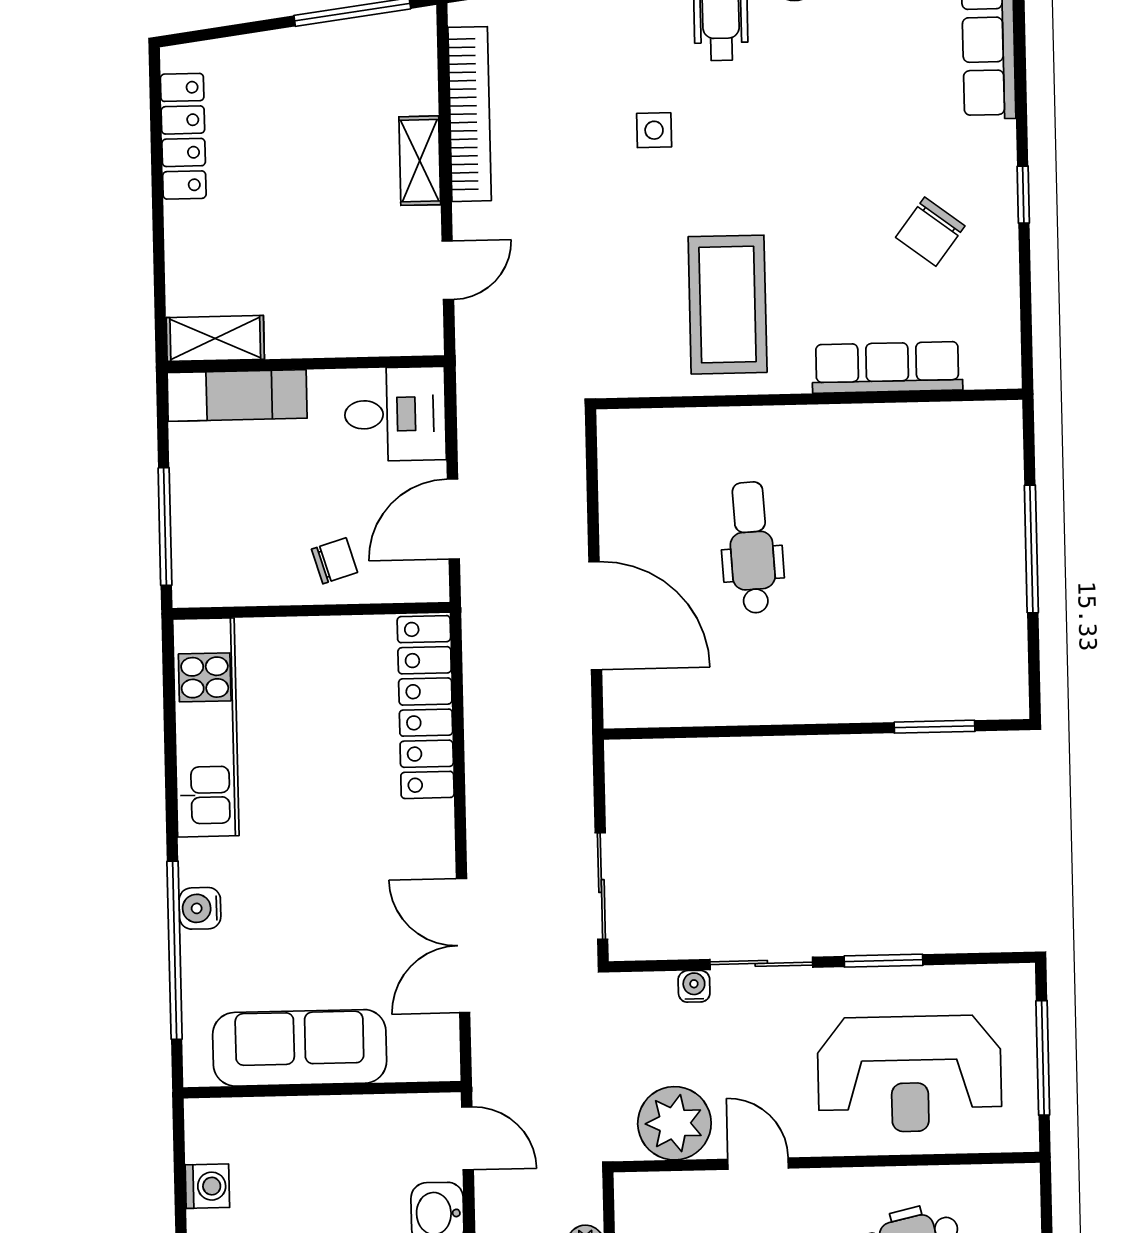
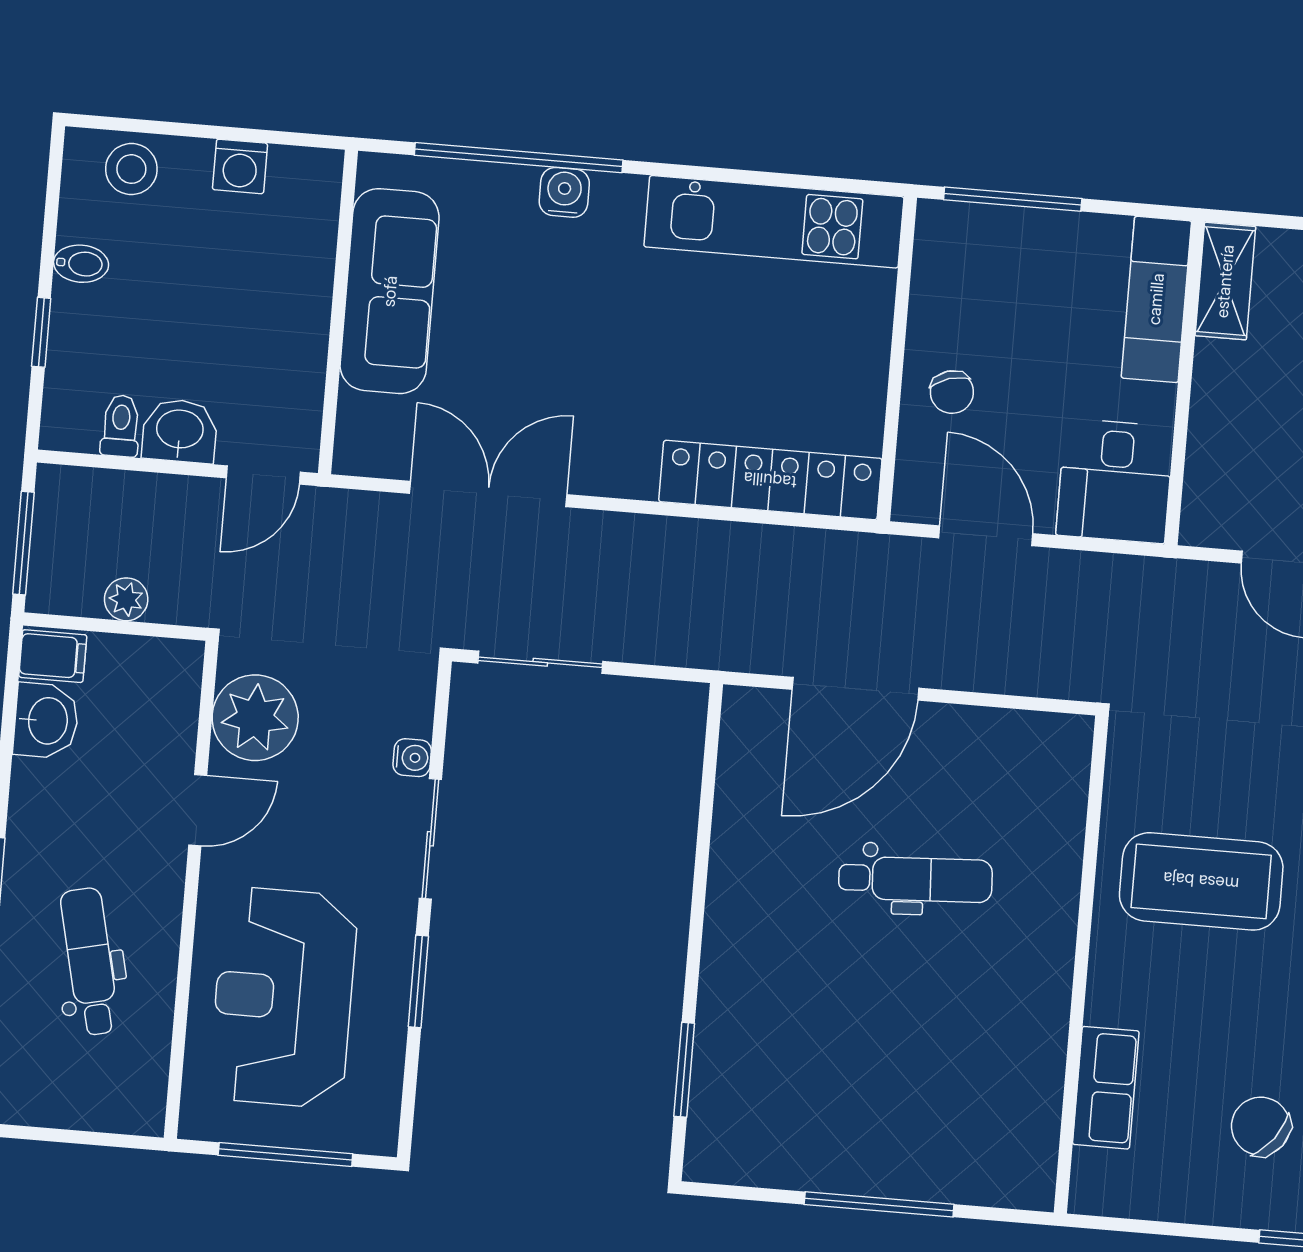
row of seats: (887, 367) -> (1106, 1088), width x0.68

